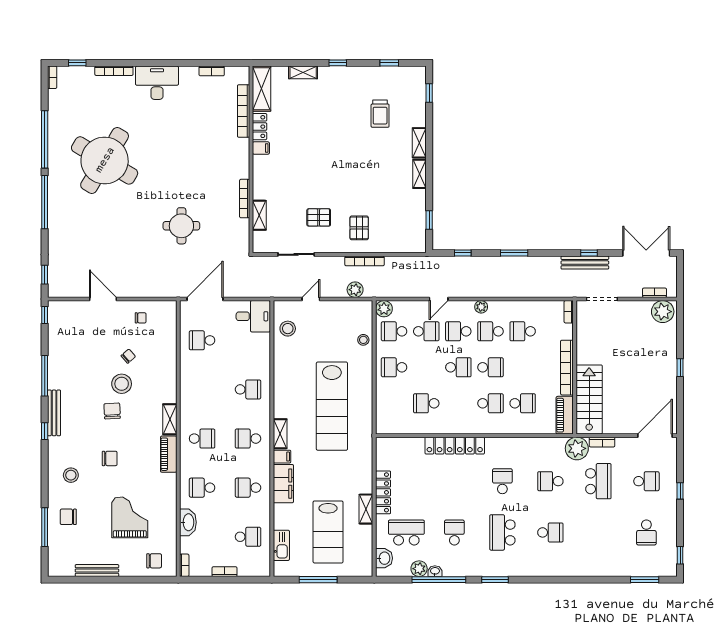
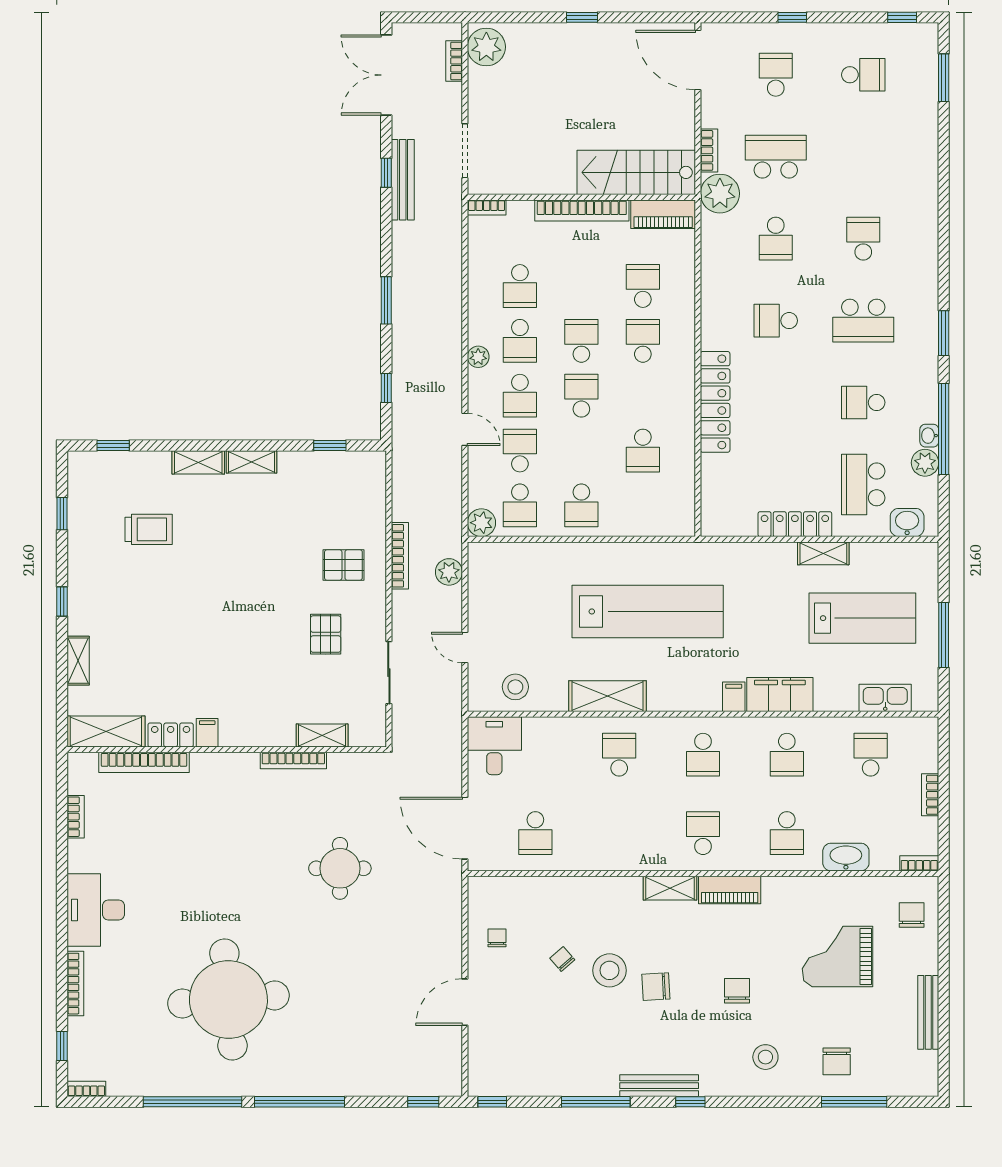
round table: (105, 160) -> (228, 999), turned -36
stool: (363, 340) -> (535, 558), removed
shelving: (280, 434) -> (607, 696), moved, width x1.50, depth x1.33

